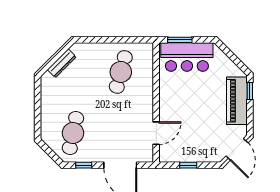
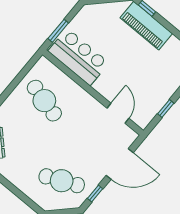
bar counter: (187, 57) -> (79, 57), moved, turned -90
cafe table: (73, 133) -> (62, 181), turned -36

